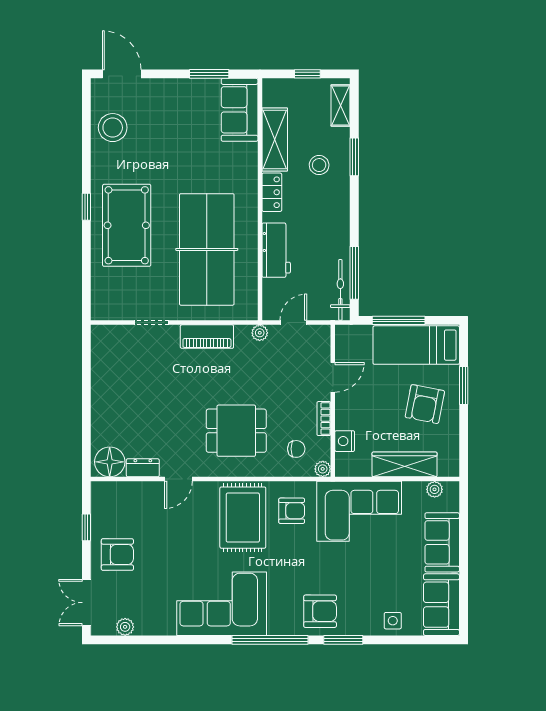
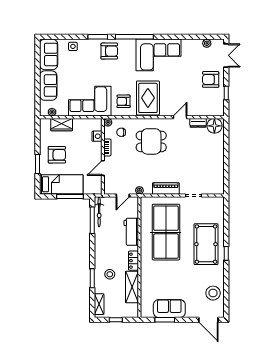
sofa: (240, 110) -> (169, 309), moved, turned -90
armchair: (425, 404) -> (57, 155), turned 79
wardrobe: (405, 464) -> (62, 125), width x0.67
armchair: (320, 611) -> (109, 51), turned 180

